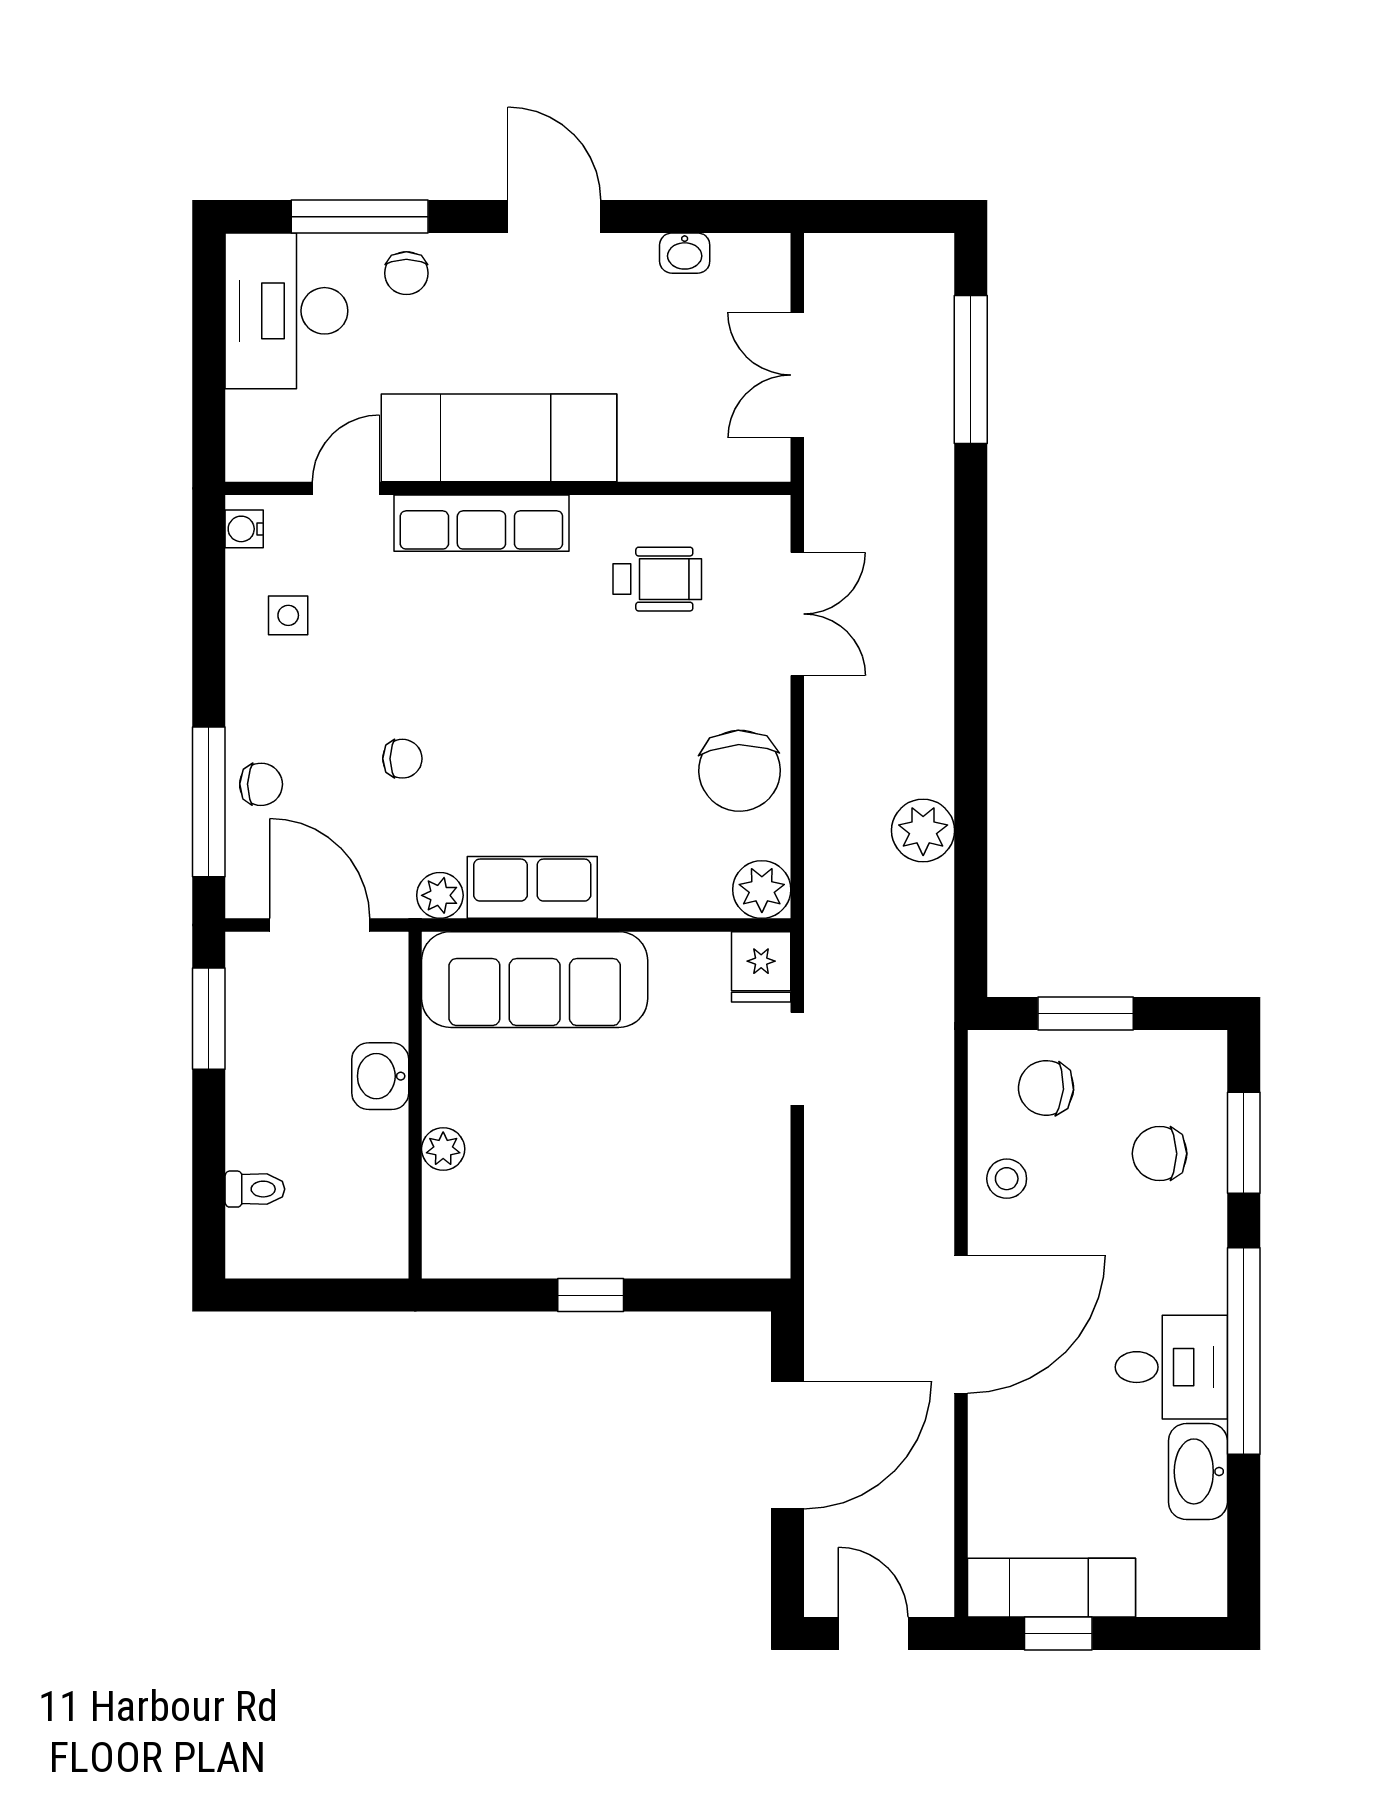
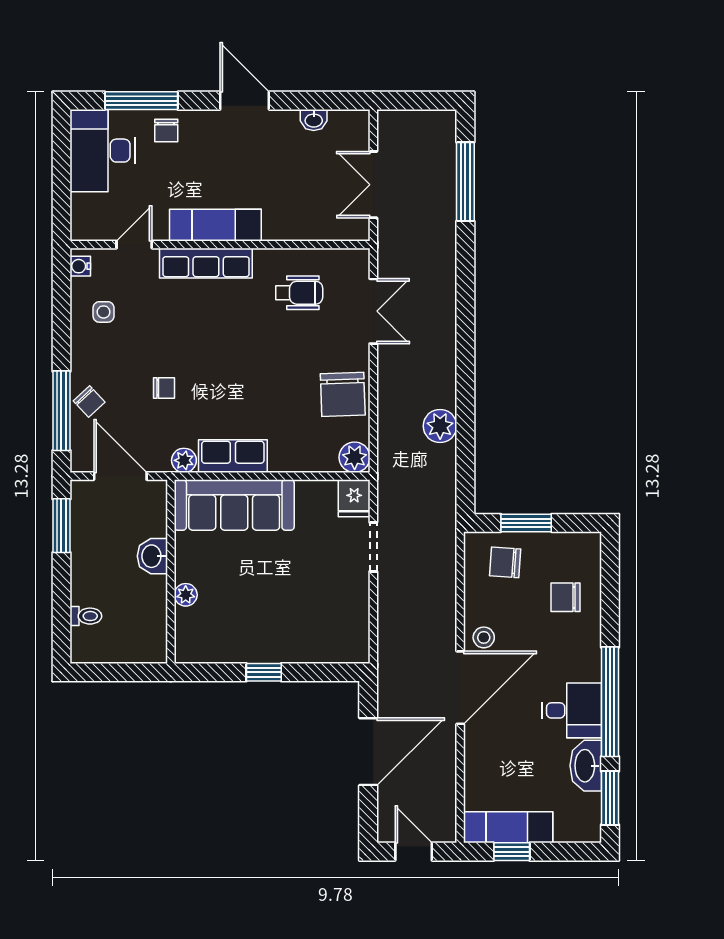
exam couch: (499, 438) -> (215, 225), width x0.73, depth x0.69
chair: (261, 784) -> (89, 402), turned 46
window: (1244, 1143) -> (610, 798), moved
stool: (1007, 1179) -> (484, 637), moved

